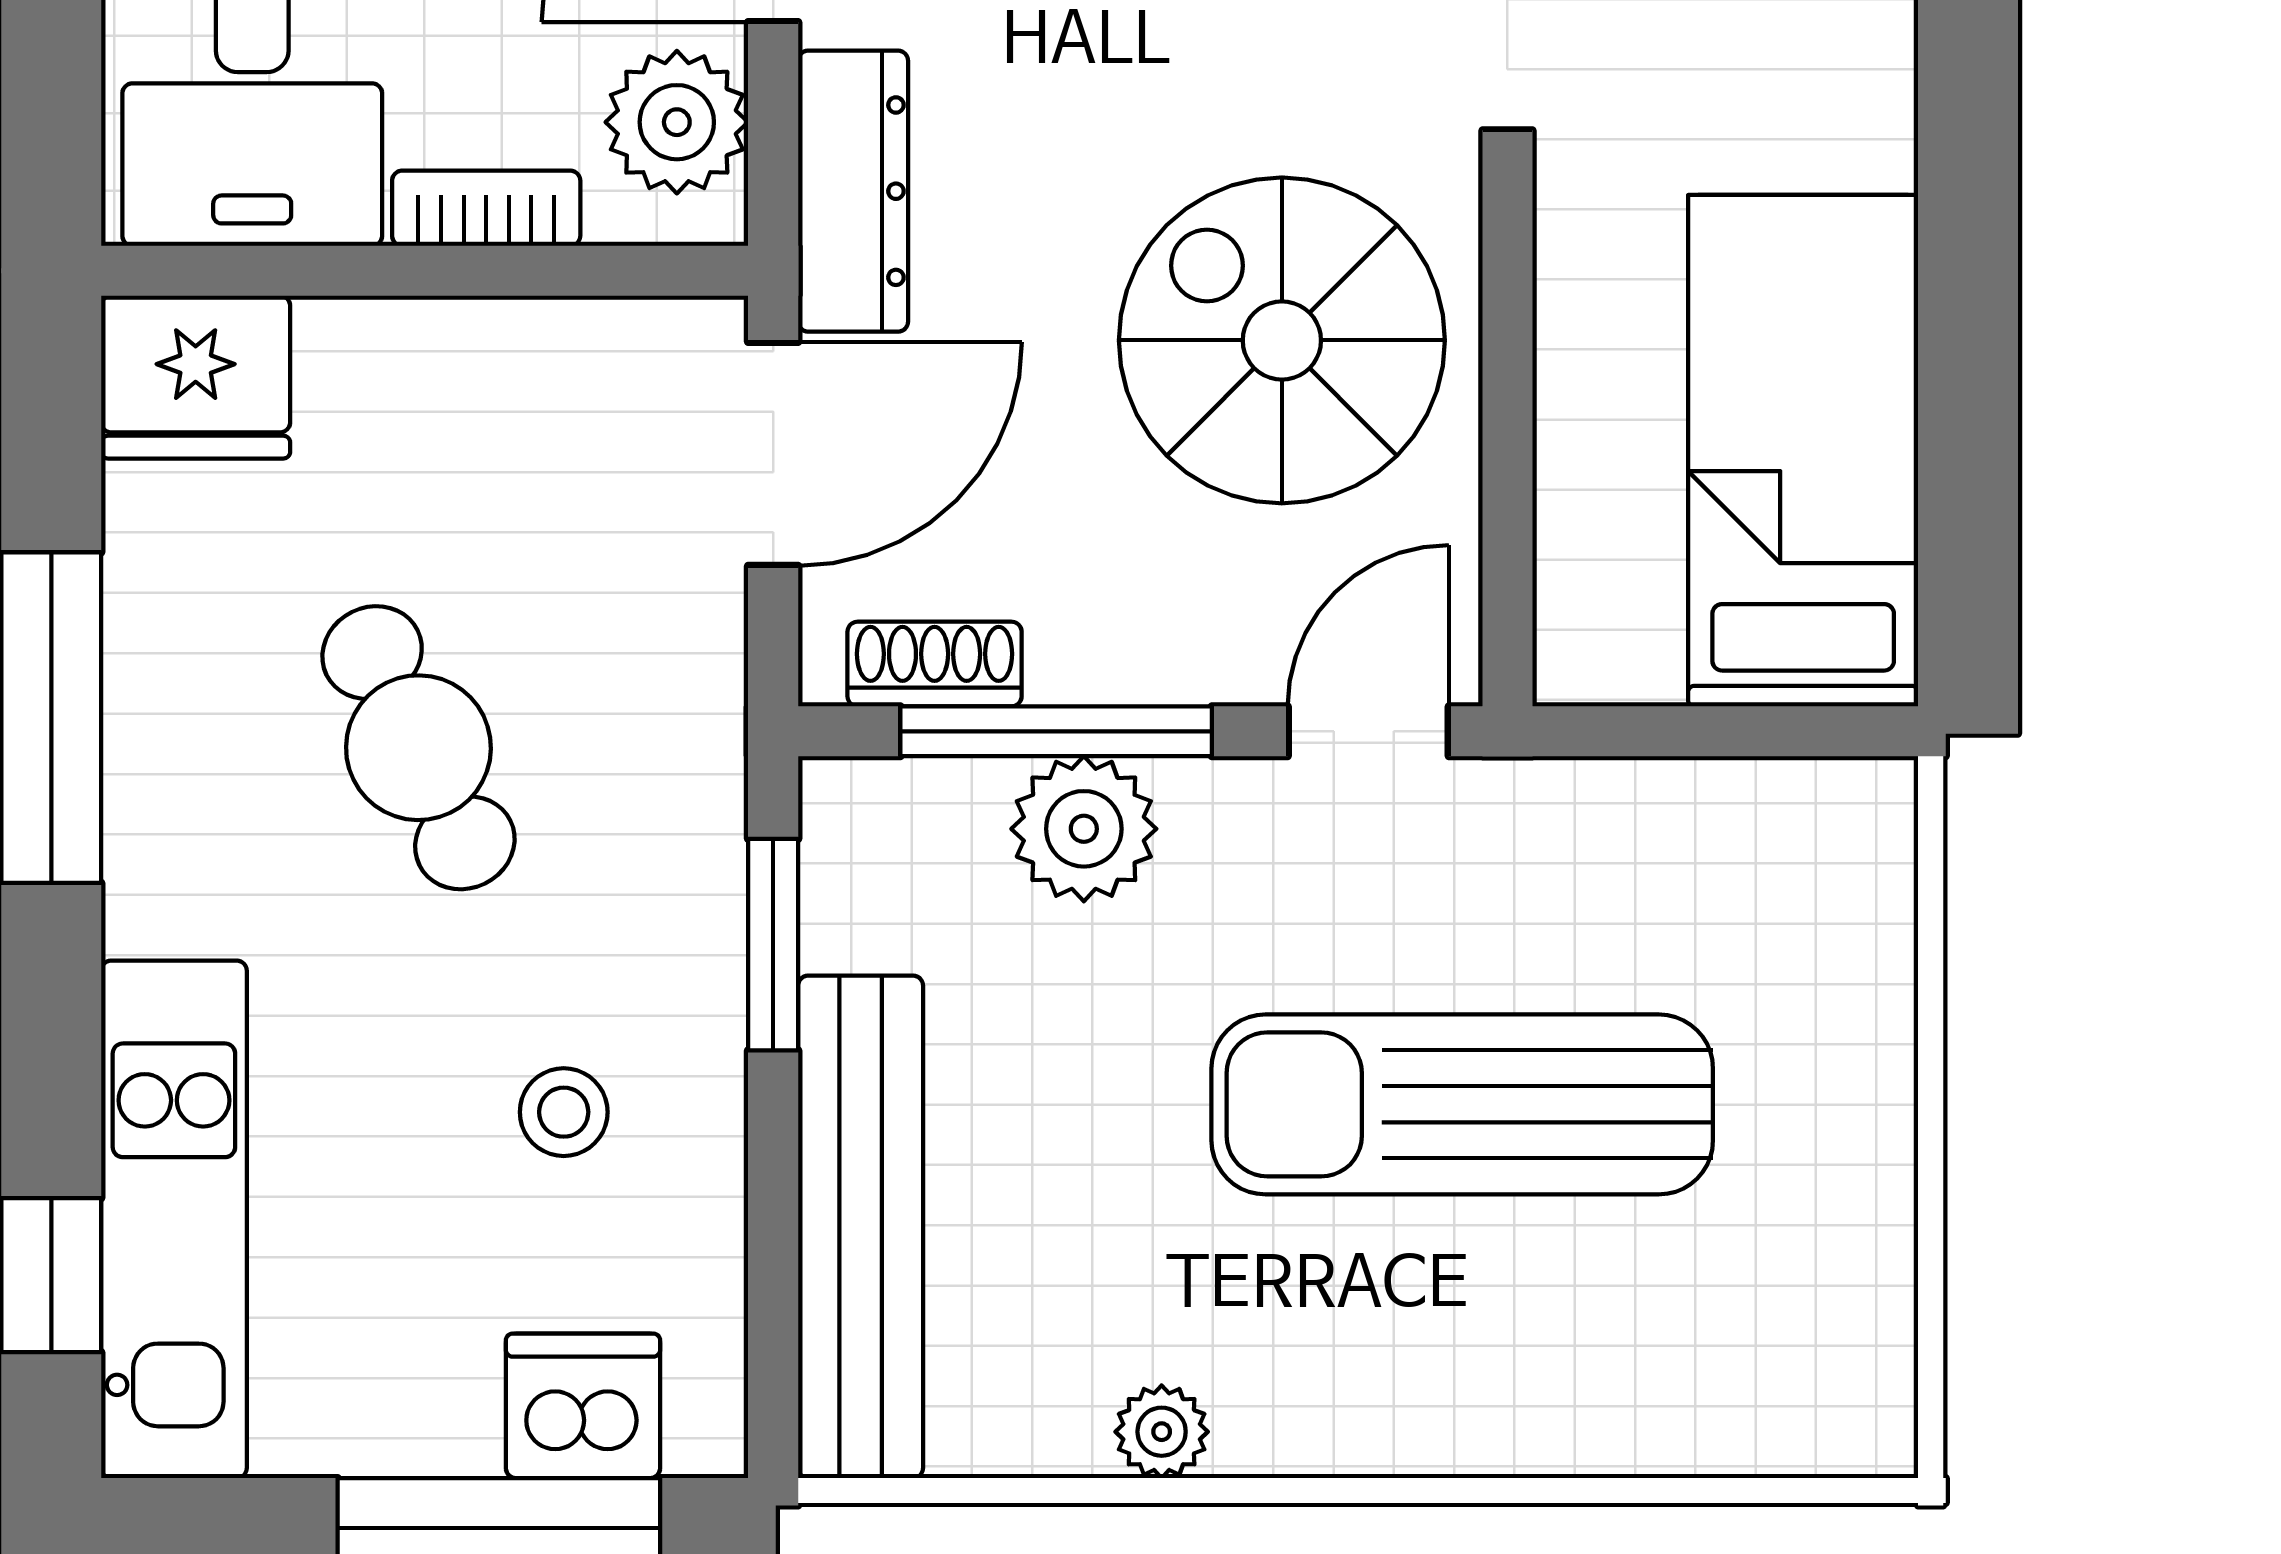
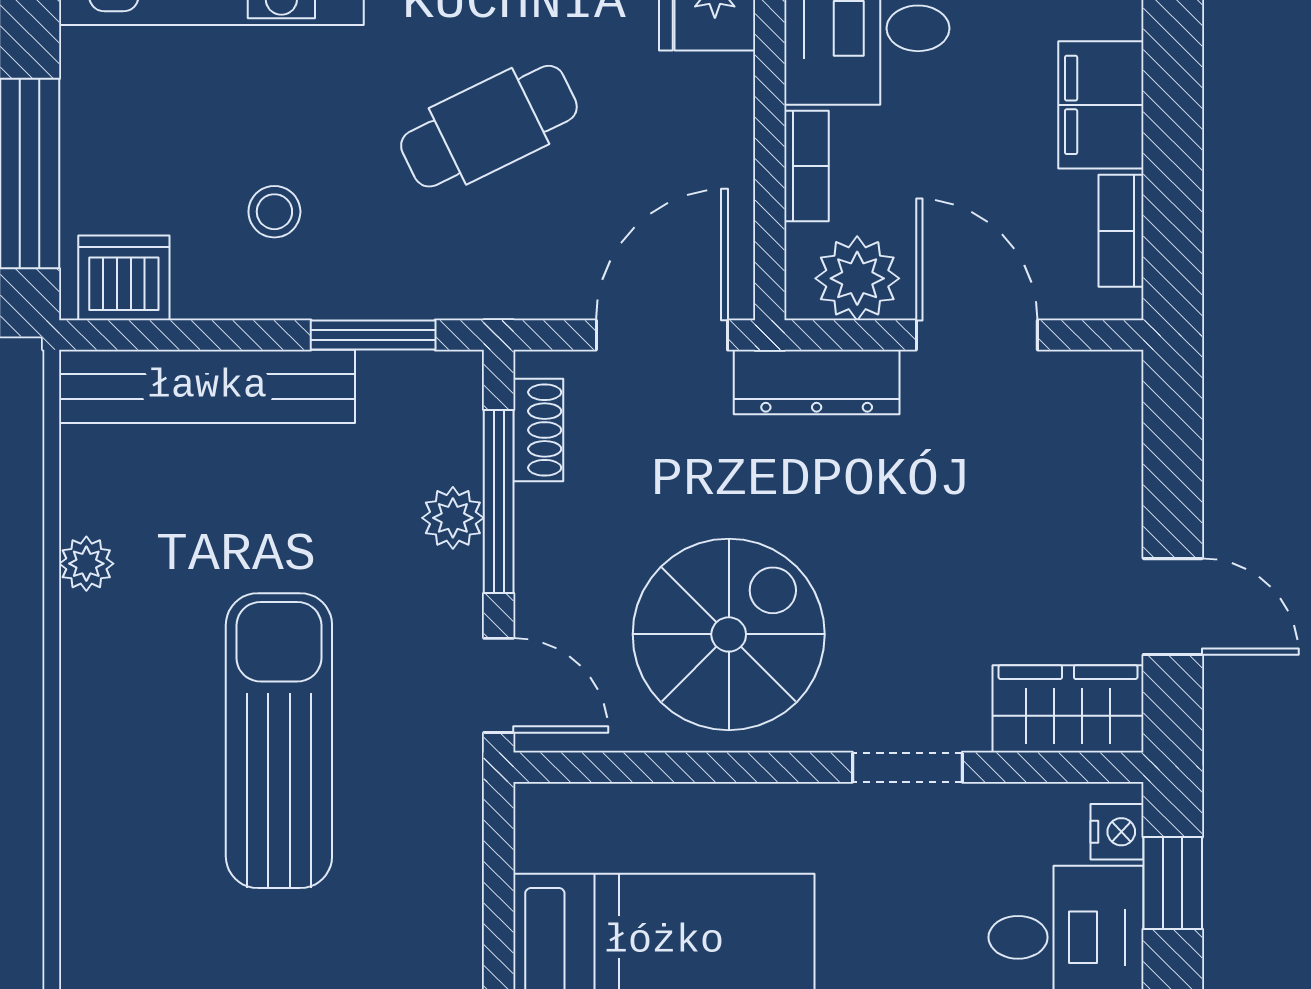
door: (773, 454) -> (662, 335), swing flipped
plant: (1084, 829) -> (453, 518), width x0.73, depth x0.73
dishwasher: (583, 1406) -> (124, 278), moved, turned -90

